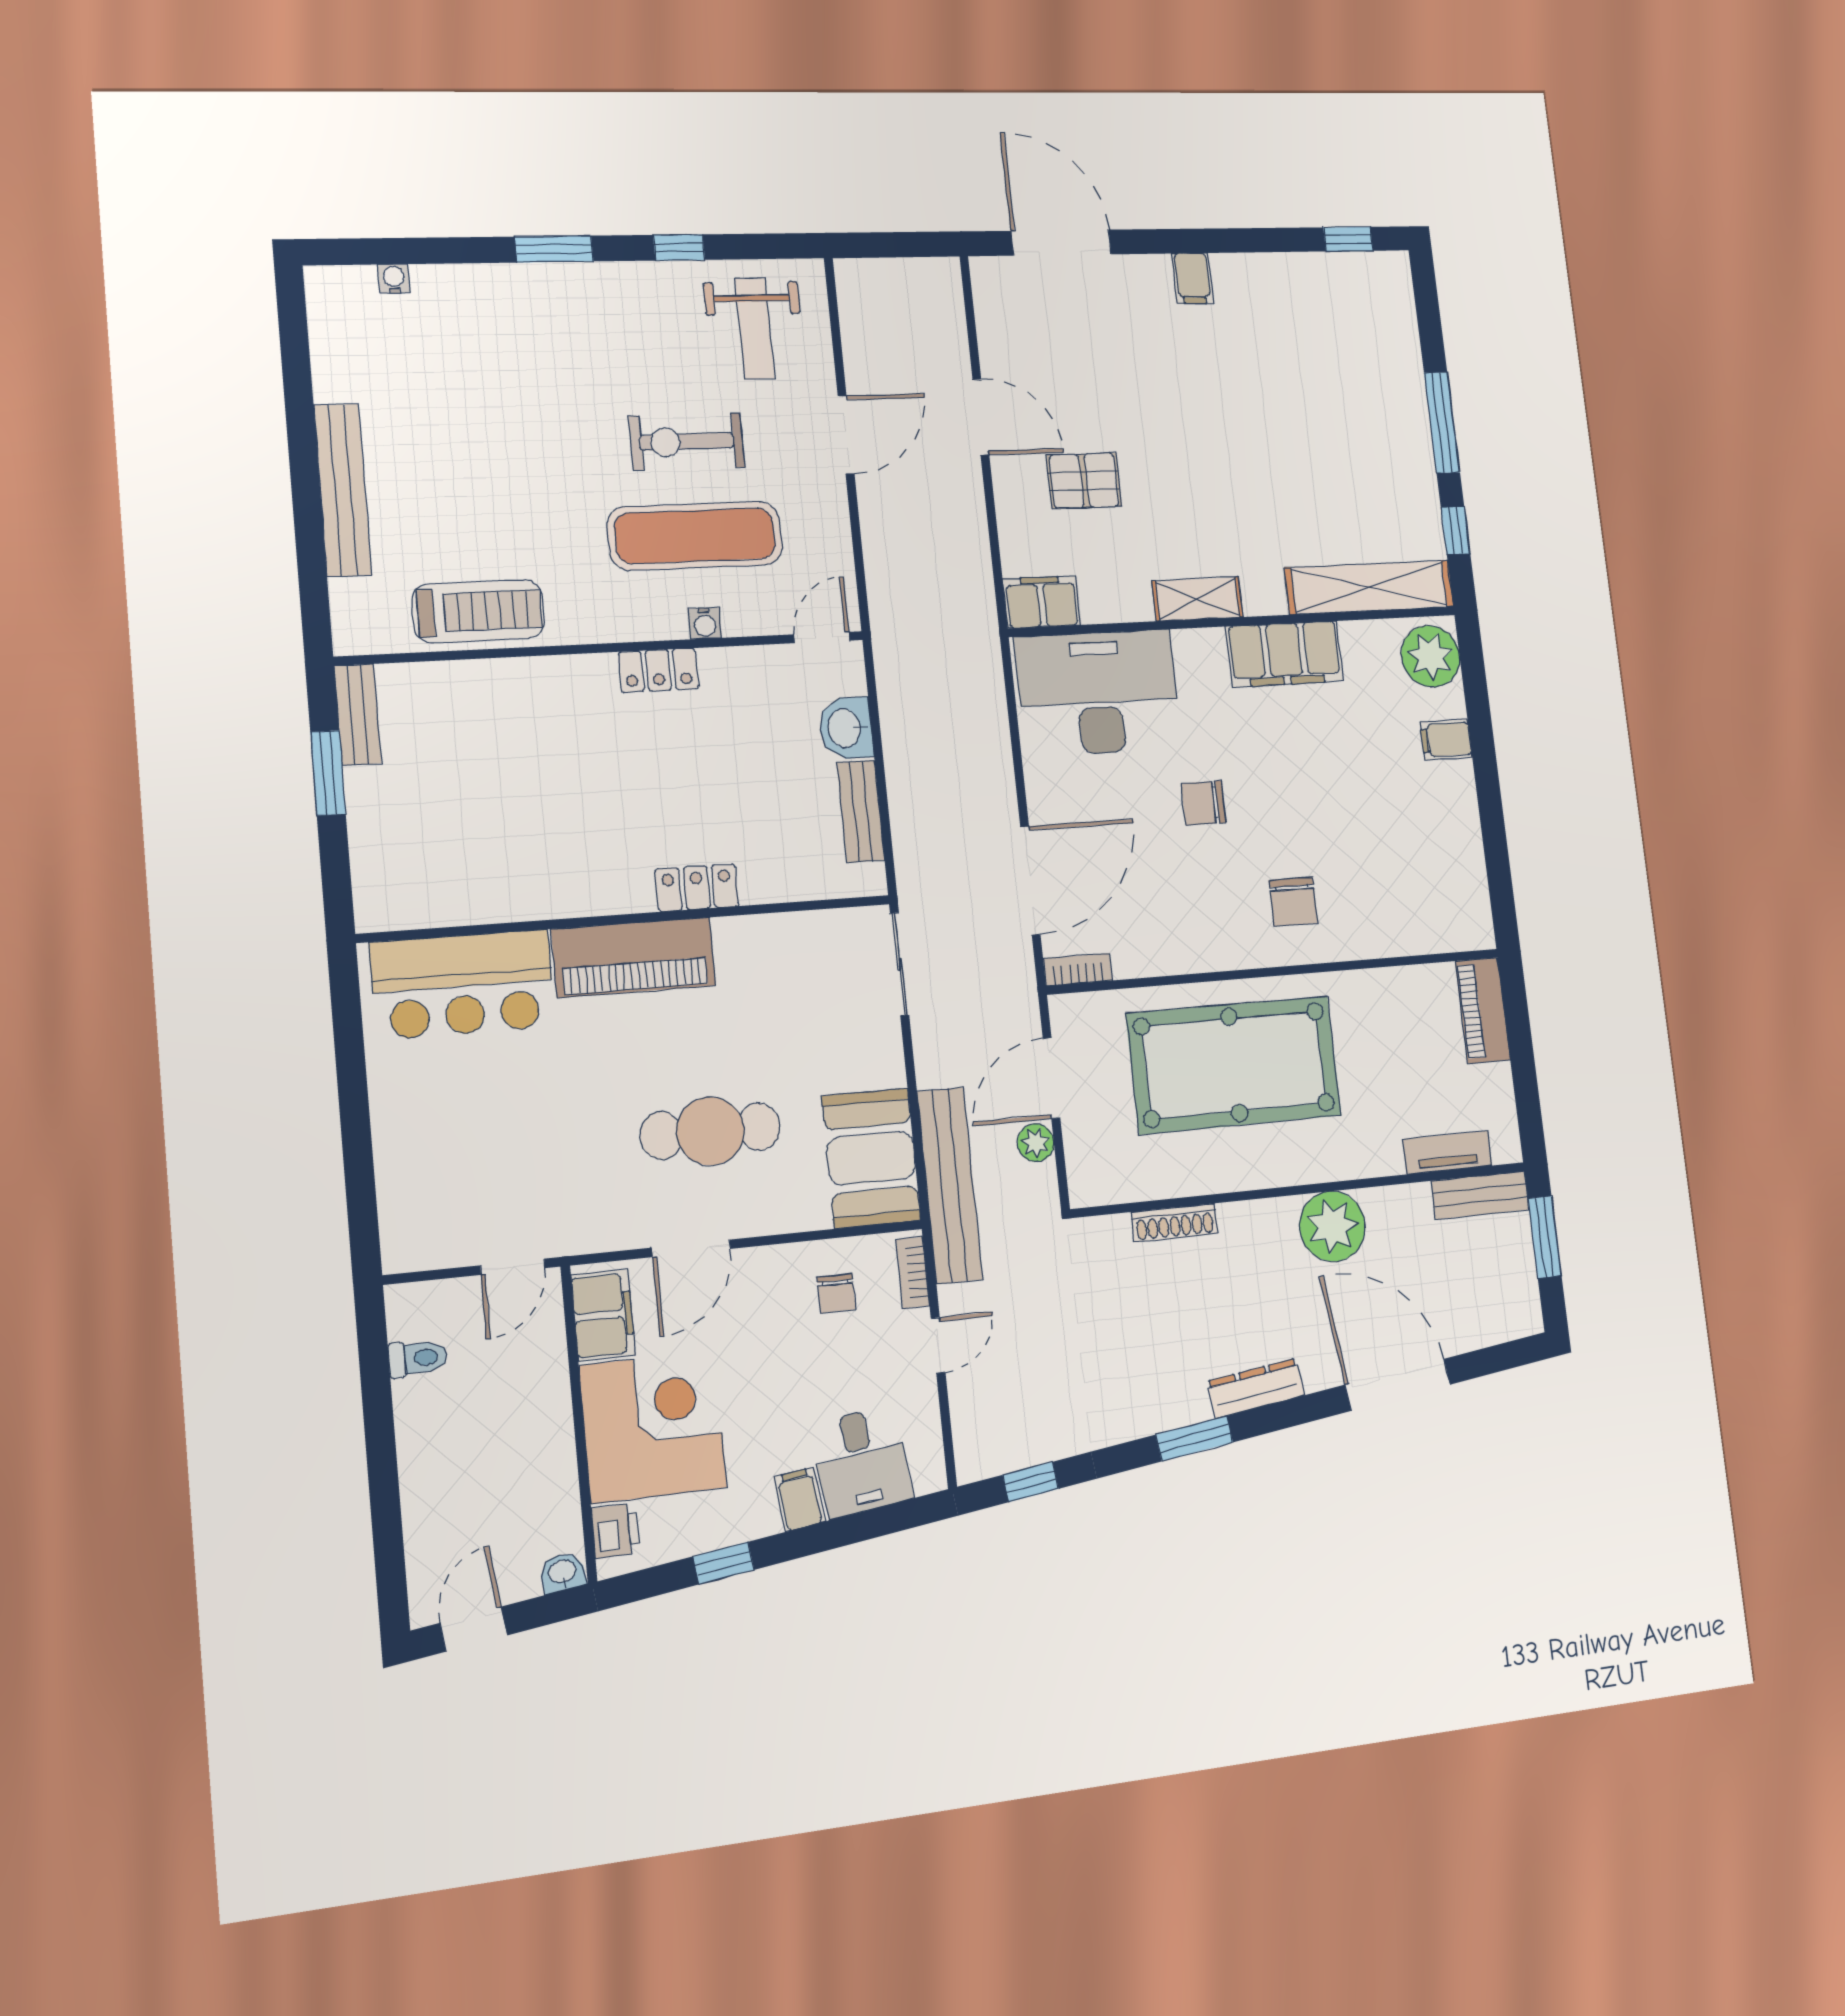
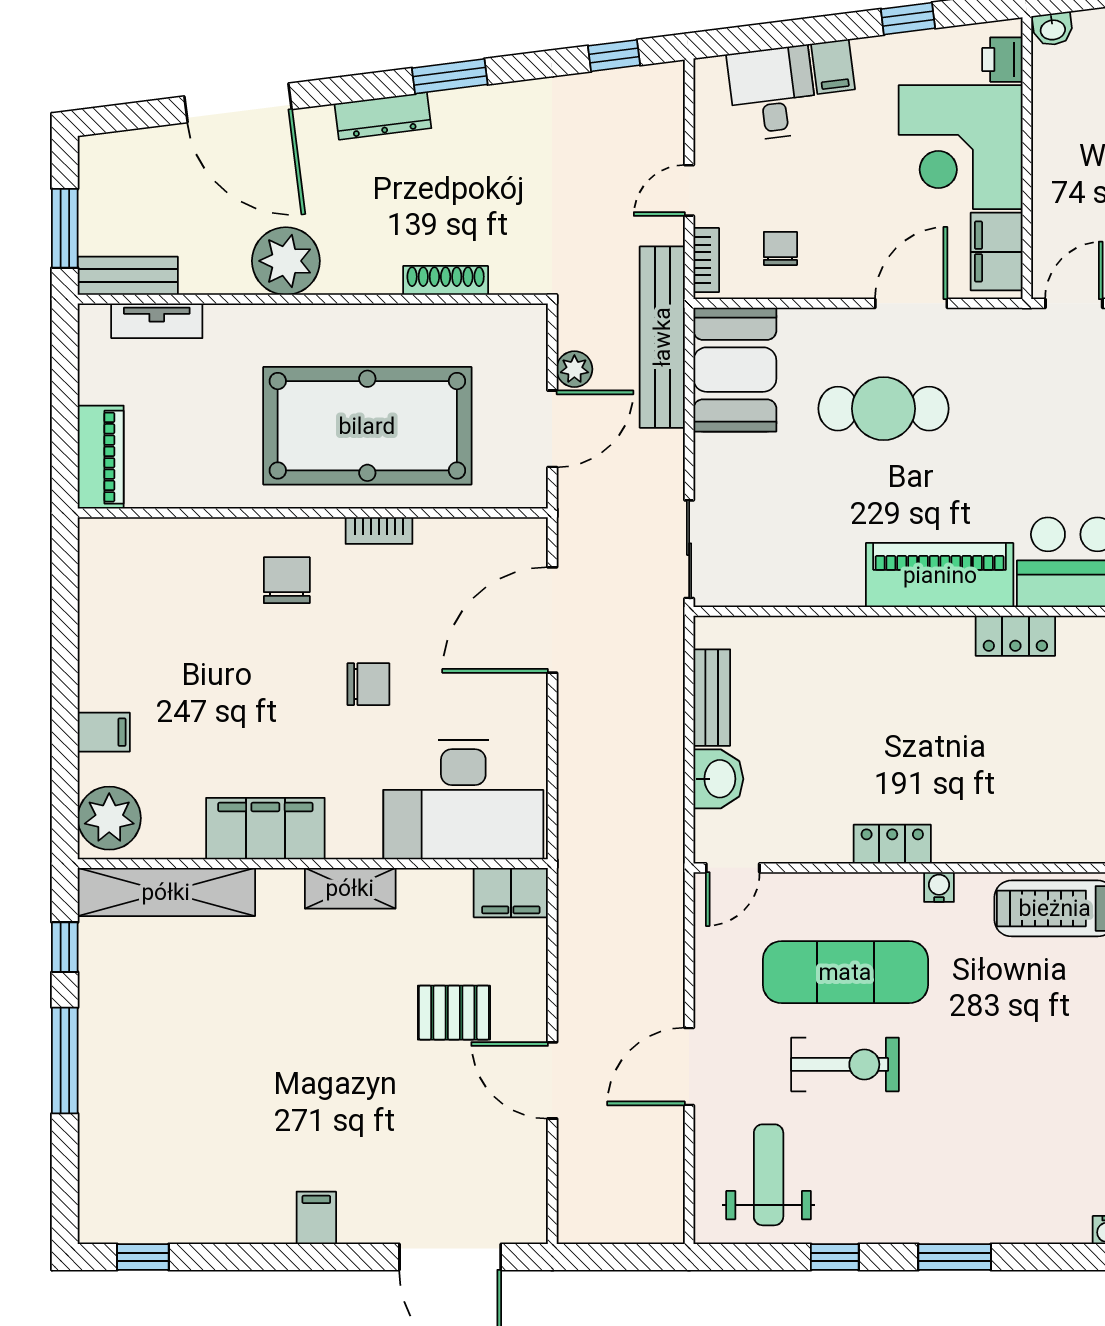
water cooler: (705, 623) -> (939, 887), moved
locker: (697, 888) -> (1015, 636), moved
bookcase: (1078, 969) -> (379, 531), moved

